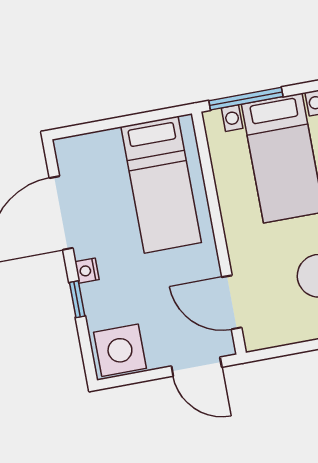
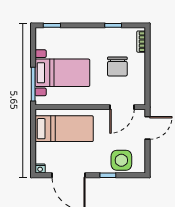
nightstand: (87, 271) -> (40, 169), moved
side table: (120, 350) -> (121, 160), moved

